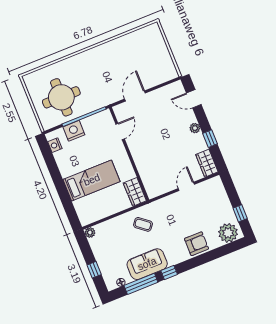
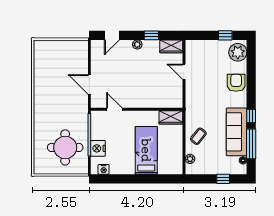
coffee table: (143, 224) -> (198, 136), moved
plant: (90, 233) -> (190, 159), moved
sofa: (147, 264) -> (237, 132), width x1.36

